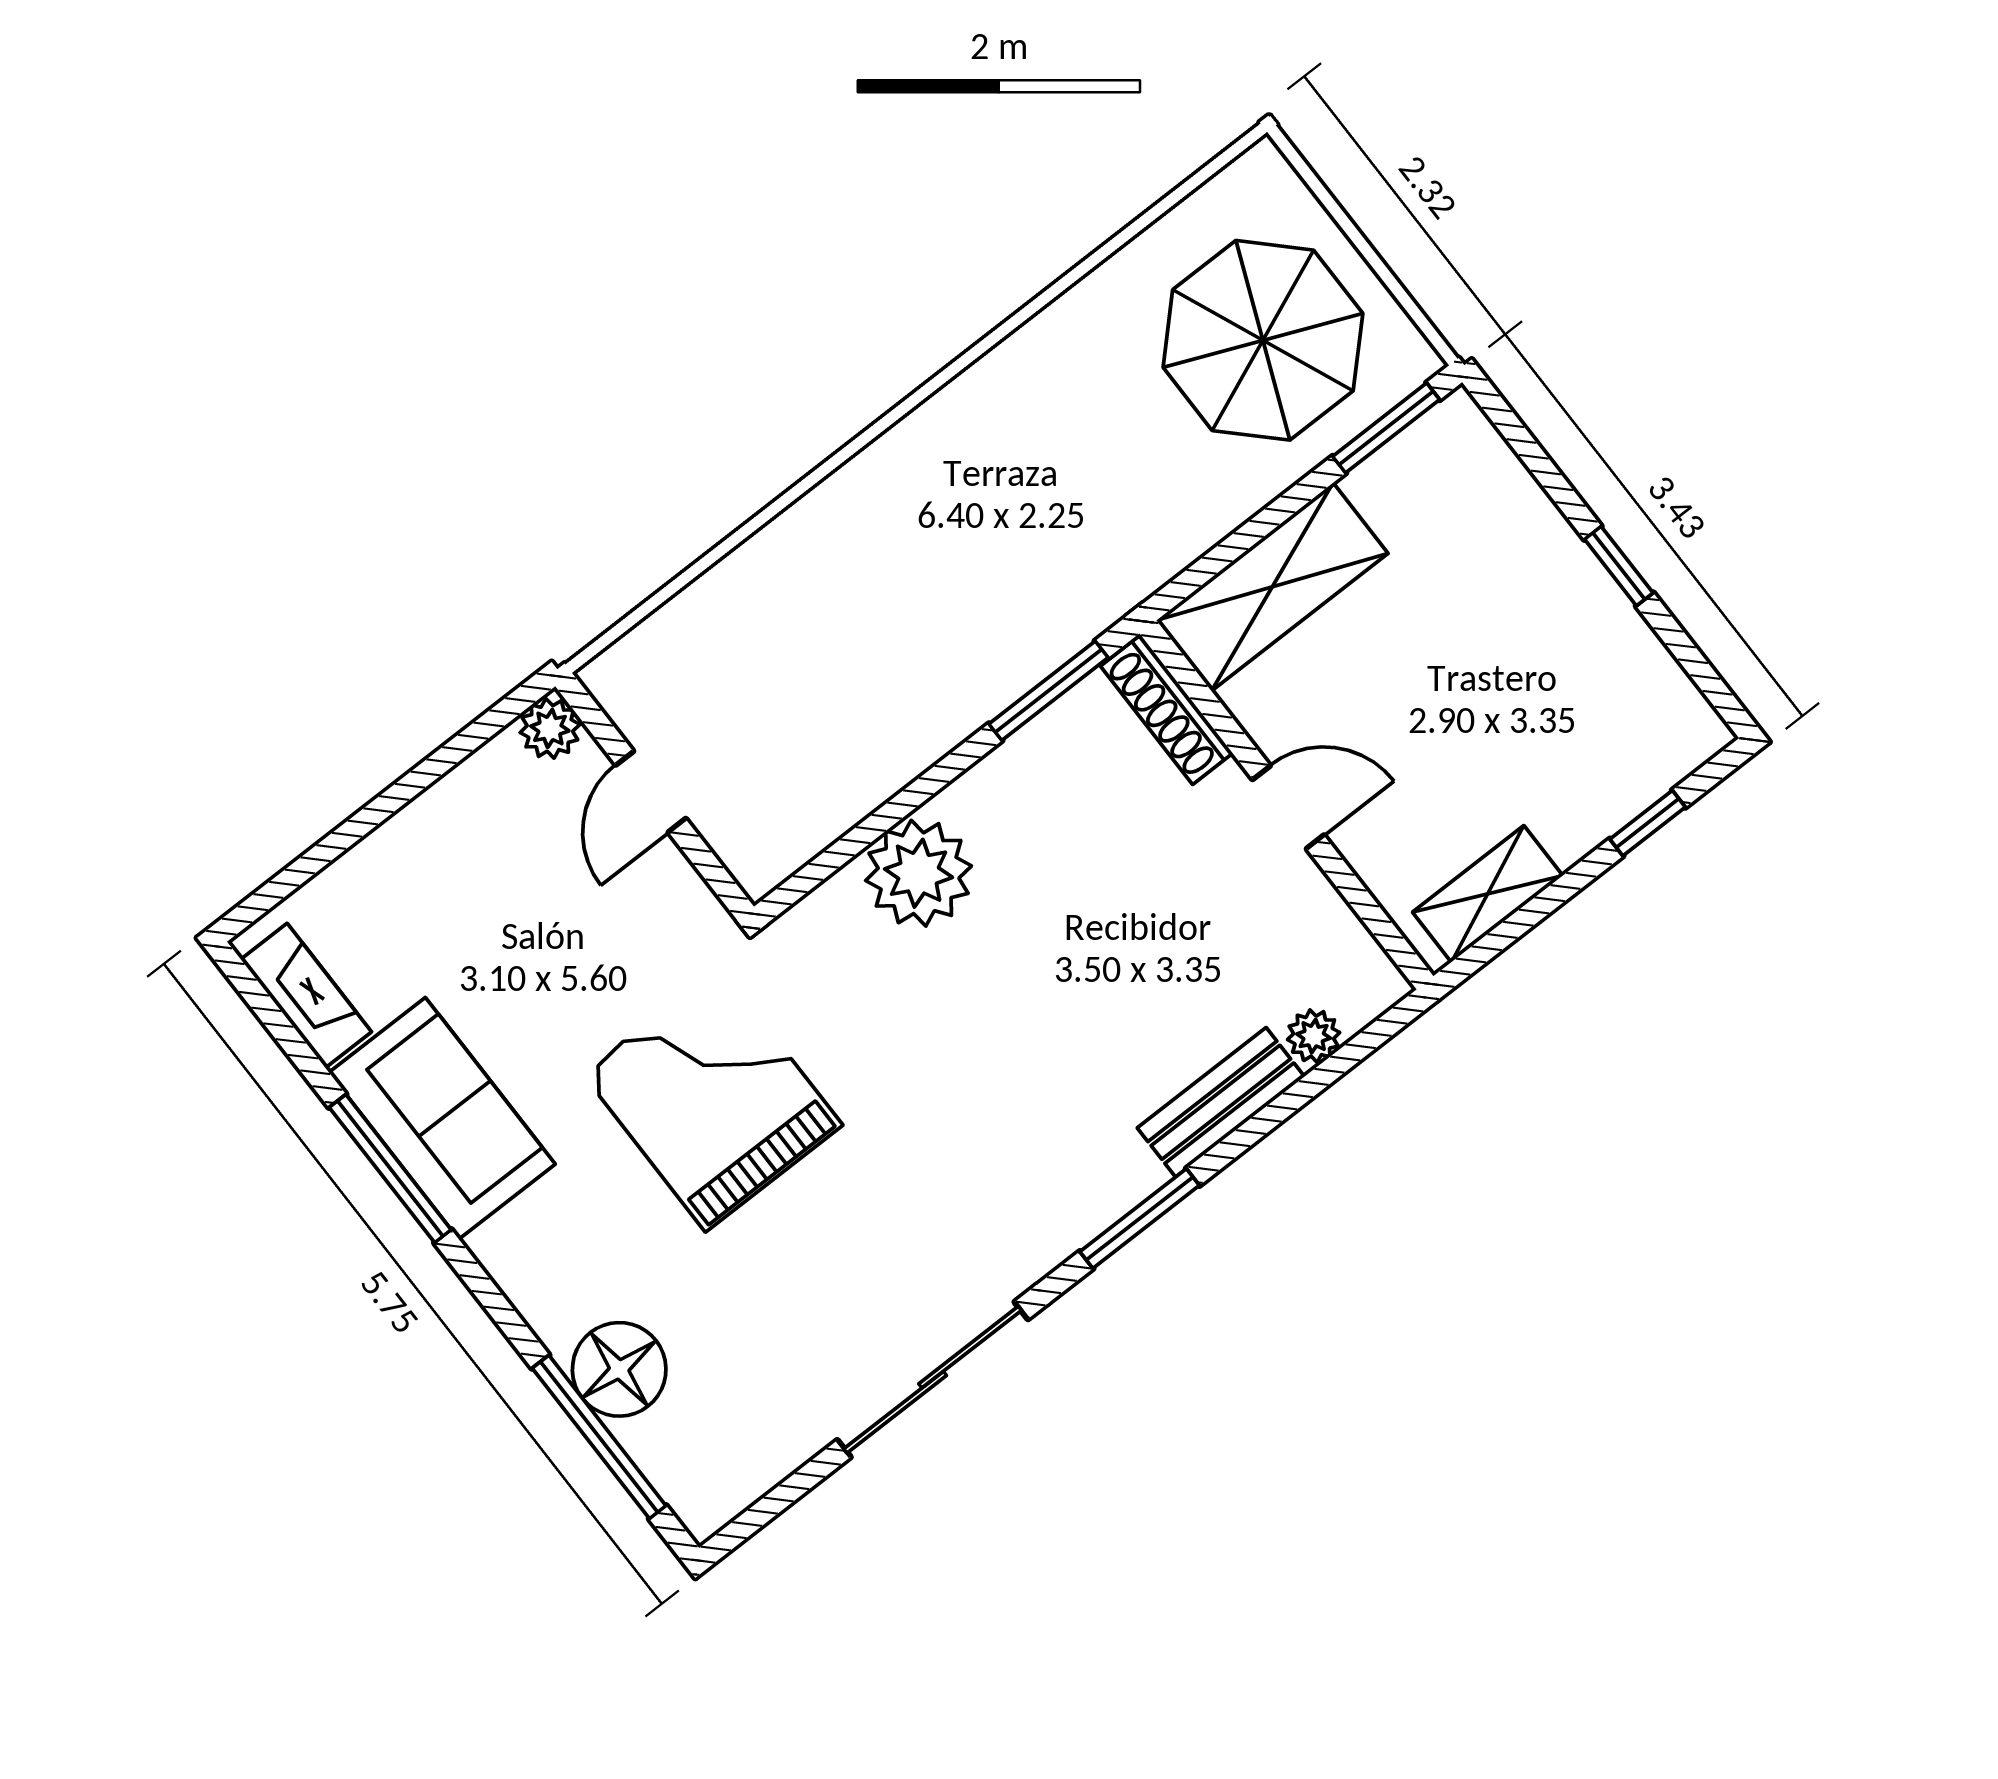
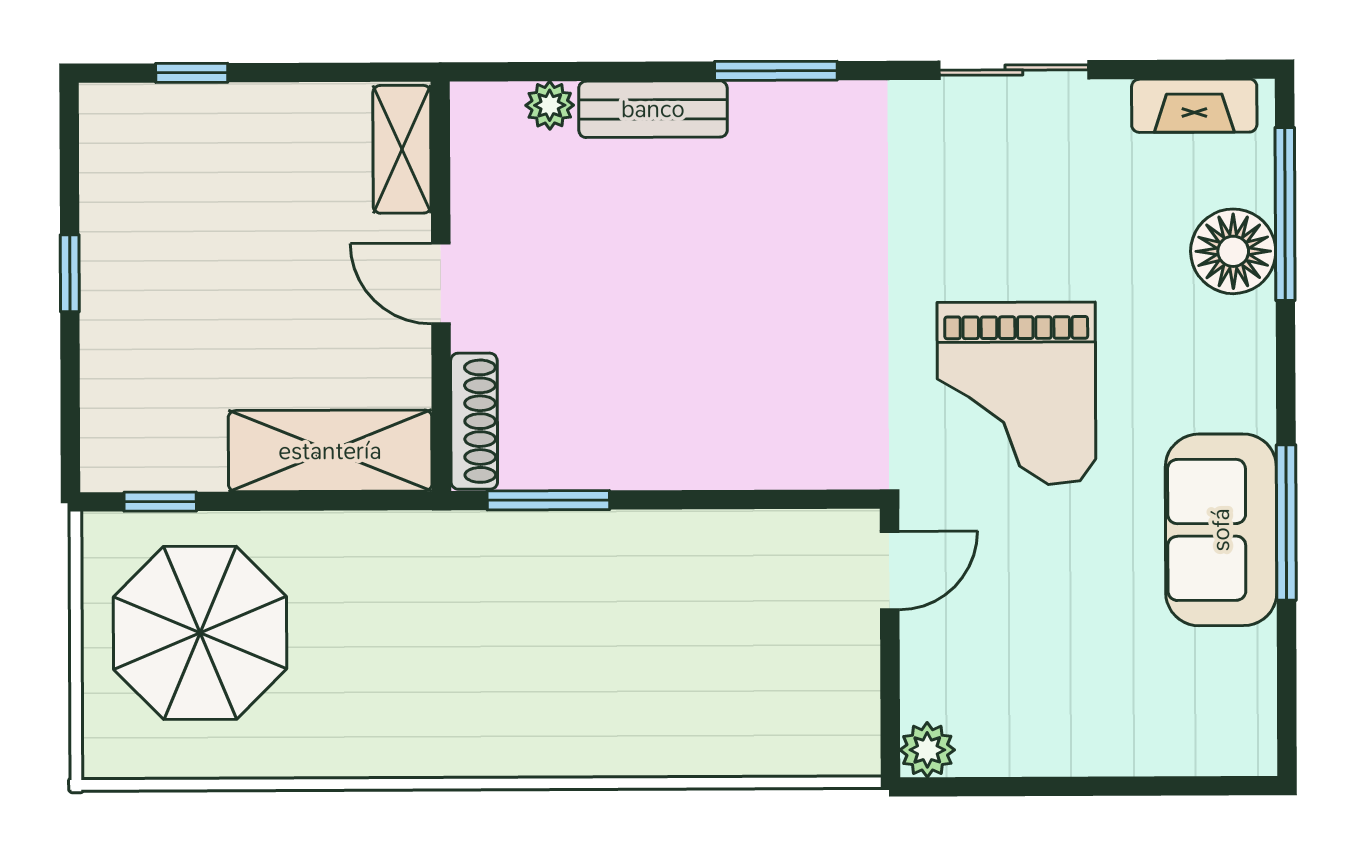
window: (1386, 428) -> (160, 502), width x0.67
door: (651, 792) -> (890, 571), moved
plant: (919, 873) -> (743, 441), removed
shelving: (1488, 894) -> (402, 149), moved, turned 90
fireplace: (306, 996) -> (1194, 106), moved, turned -90
sliding door: (933, 1380) -> (1014, 70), width x0.73

